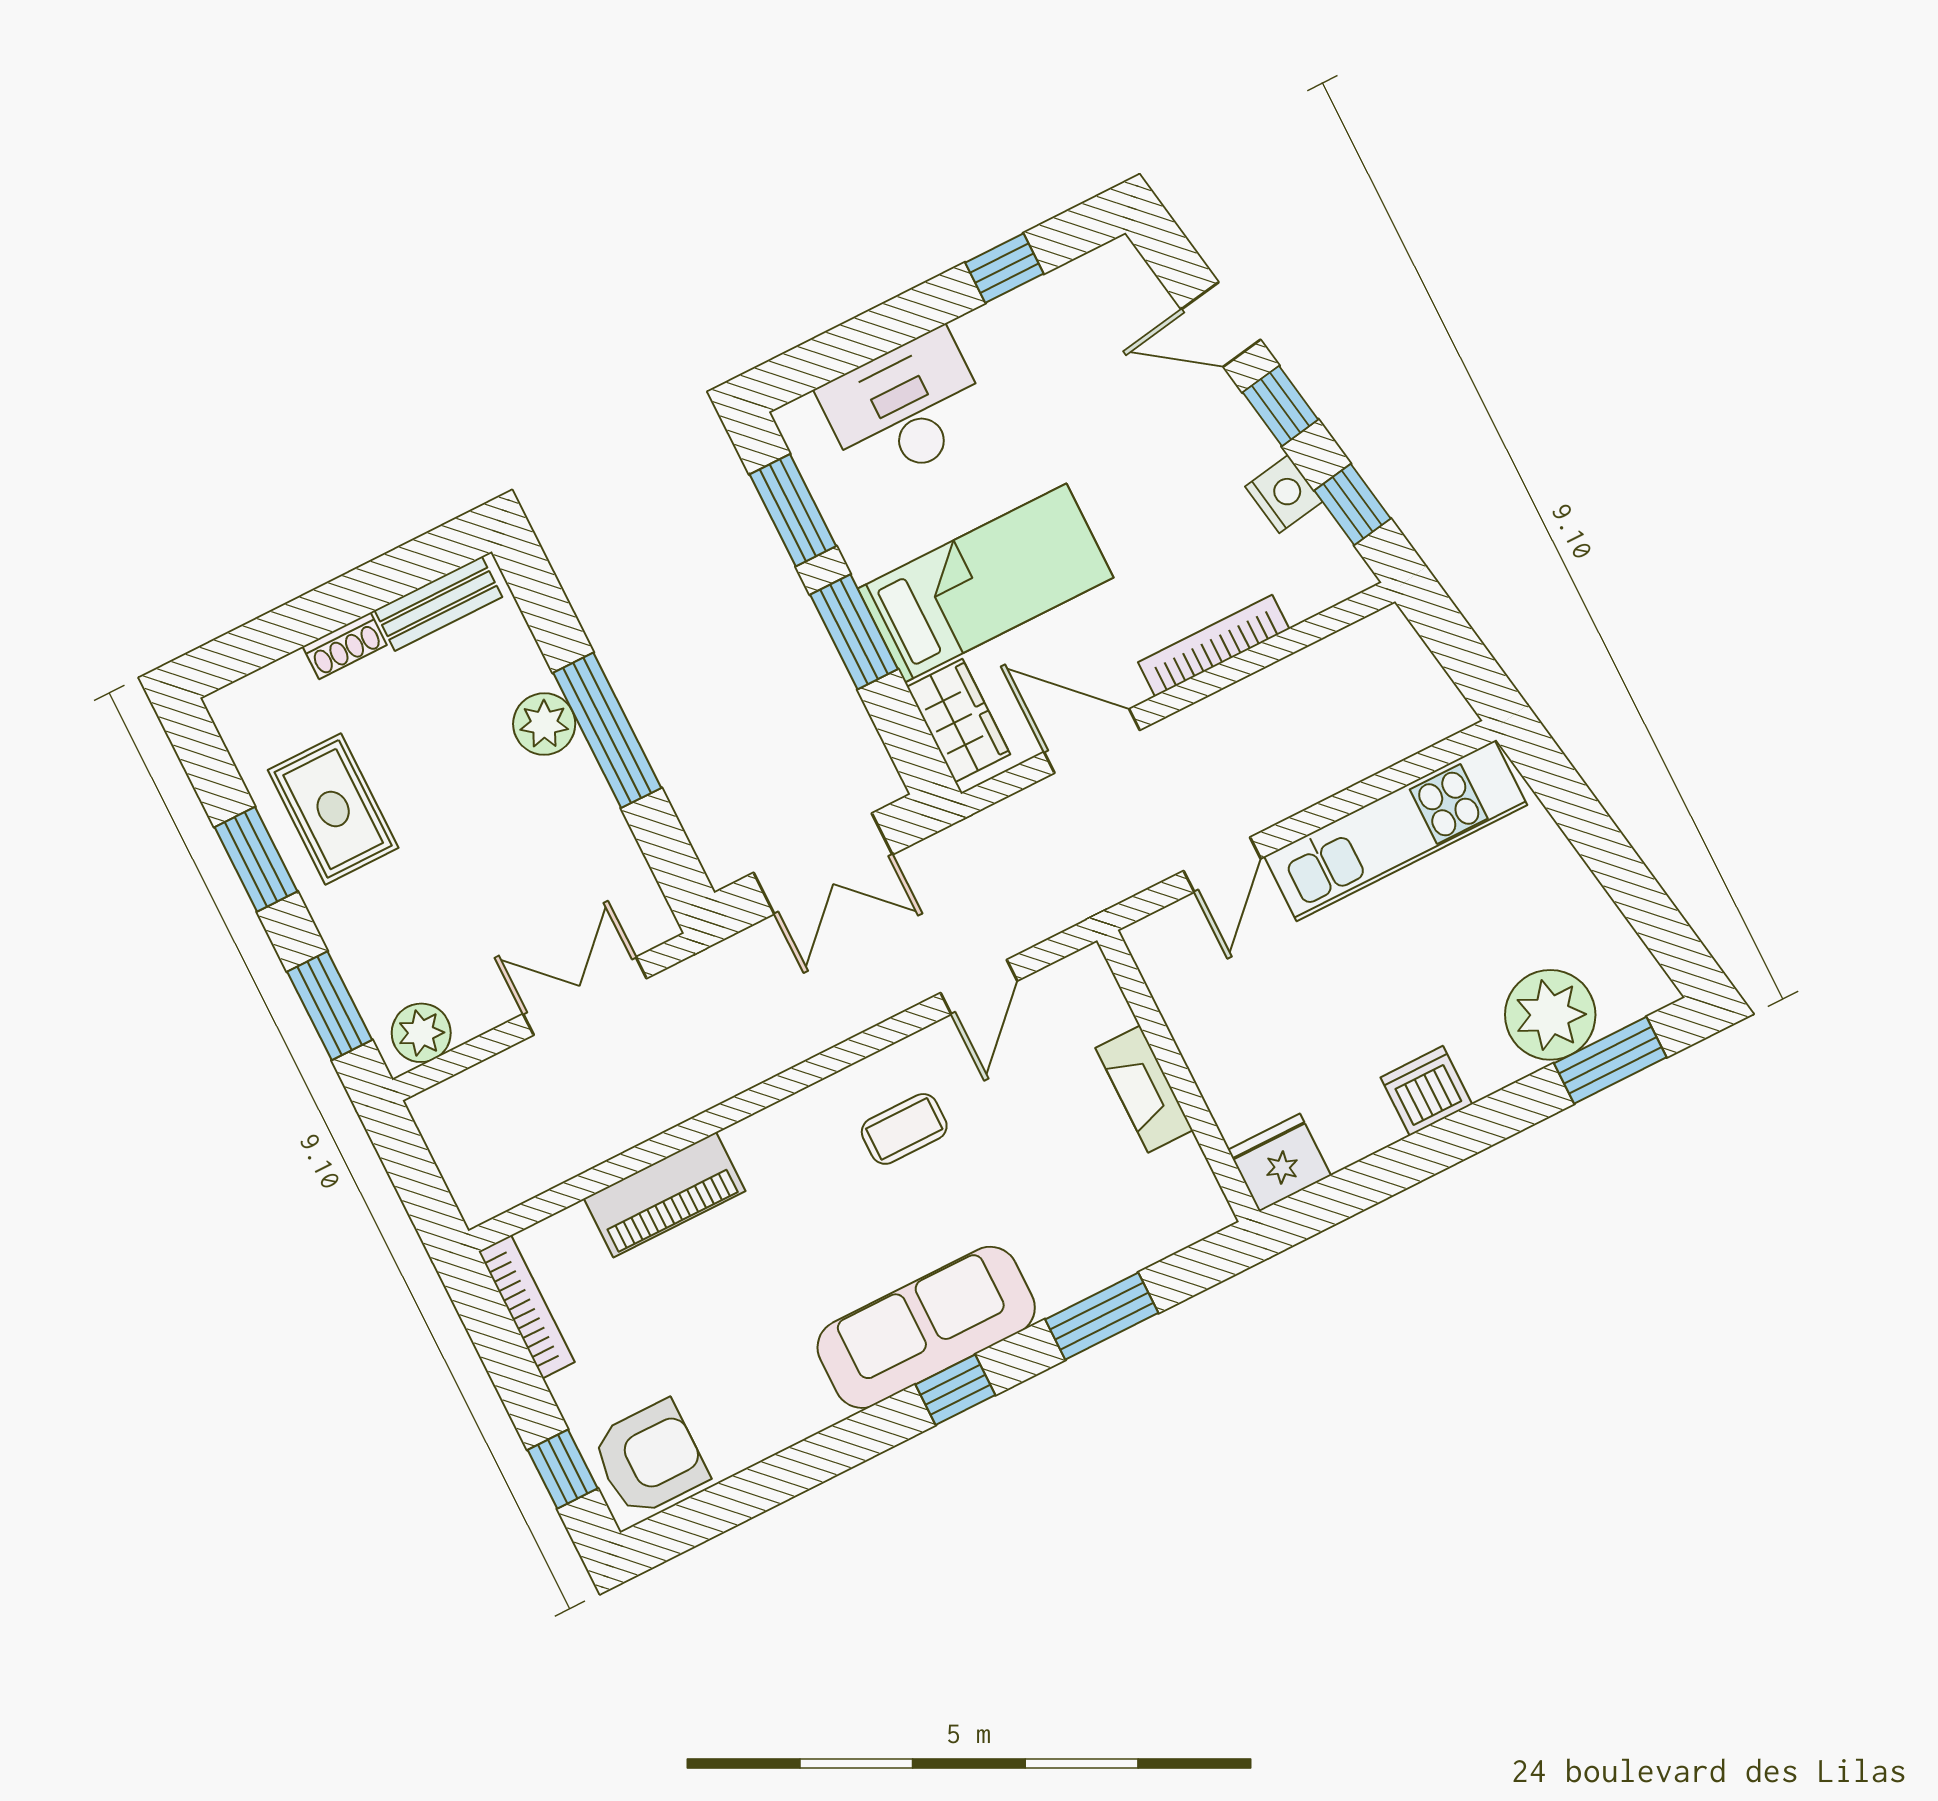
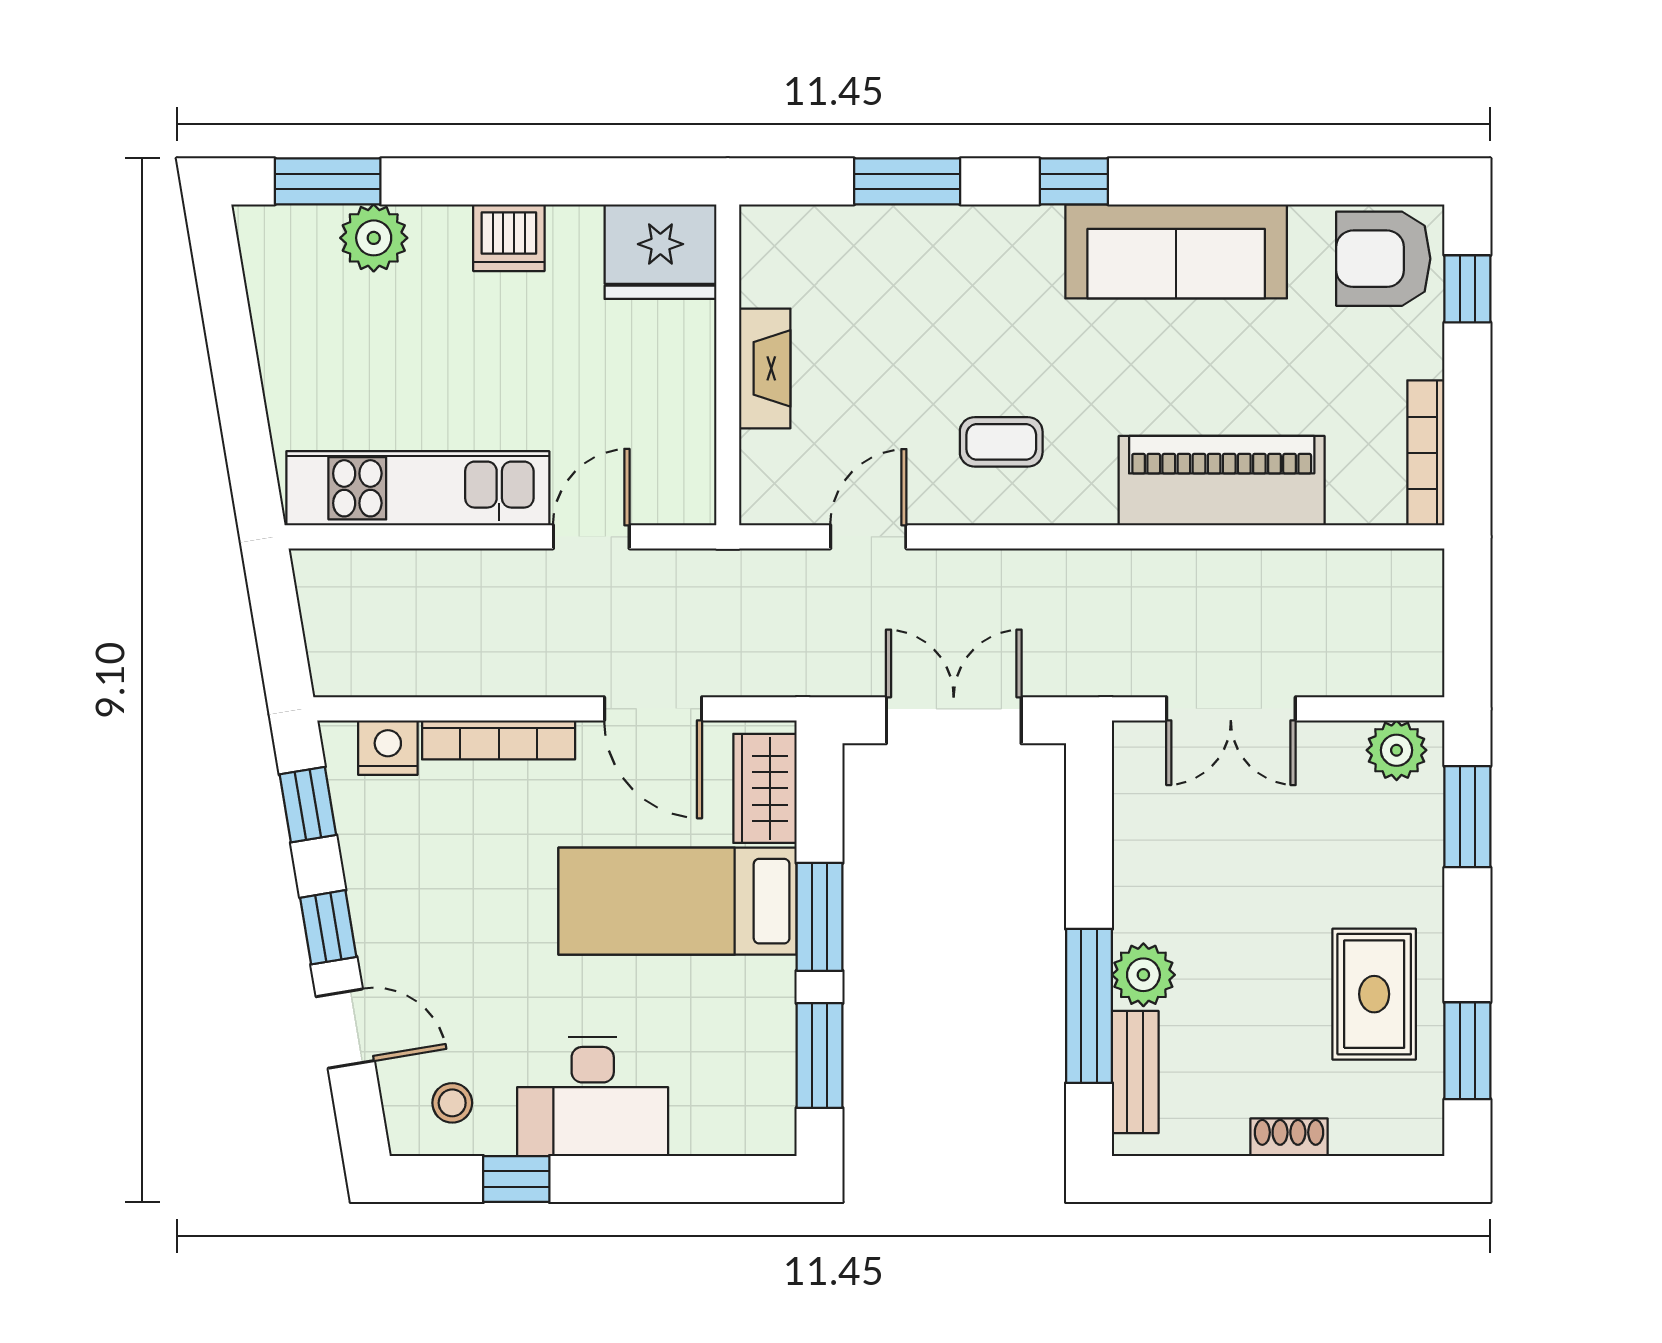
stool: (1094, 307) -> (452, 1103), added
desk: (905, 408) -> (593, 1097), moved
nightstand: (1284, 494) -> (388, 748), moved, turned 99
bench: (438, 604) -> (1135, 1072), moved, turned 90
window: (607, 730) -> (1089, 1006), moved
window: (256, 859) -> (1467, 1051), moved
plant: (1550, 1015) -> (374, 238), width x0.73, depth x0.73
fridge: (1280, 1163) -> (660, 252), width x1.36, depth x1.34
piano: (665, 1195) -> (1222, 481), width x1.37, depth x1.33
sofa: (926, 1327) -> (1176, 251), moved

